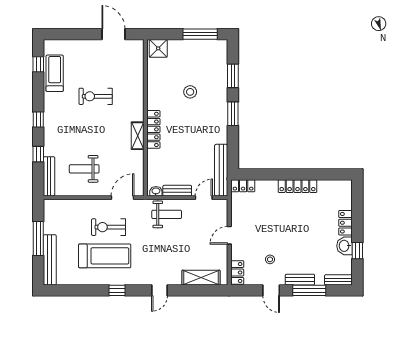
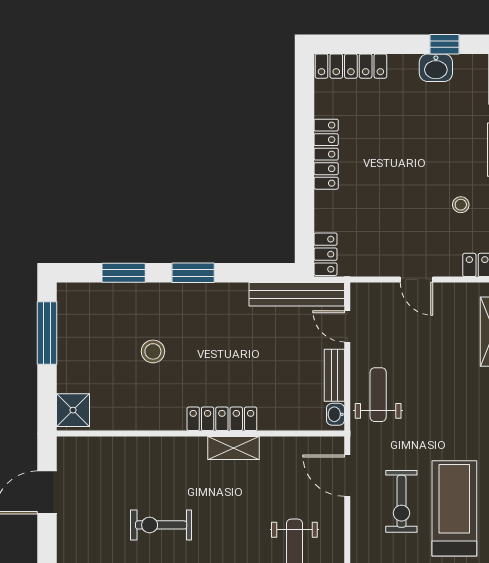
exercise bike: (96, 96) -> (161, 525), turned 90
locker: (345, 223) -> (351, 66), moved, width x1.53

